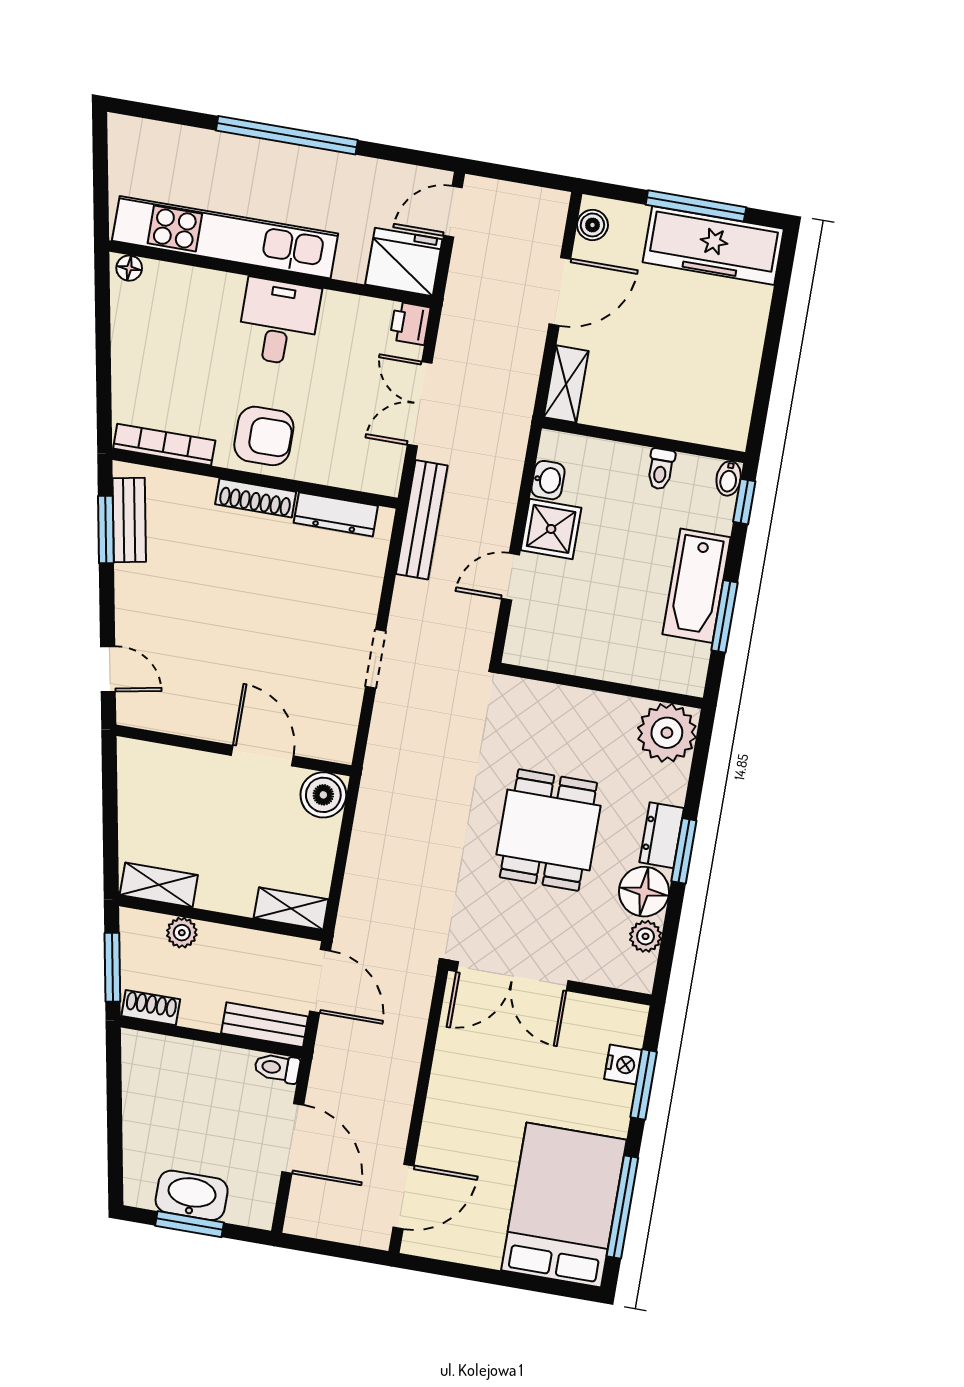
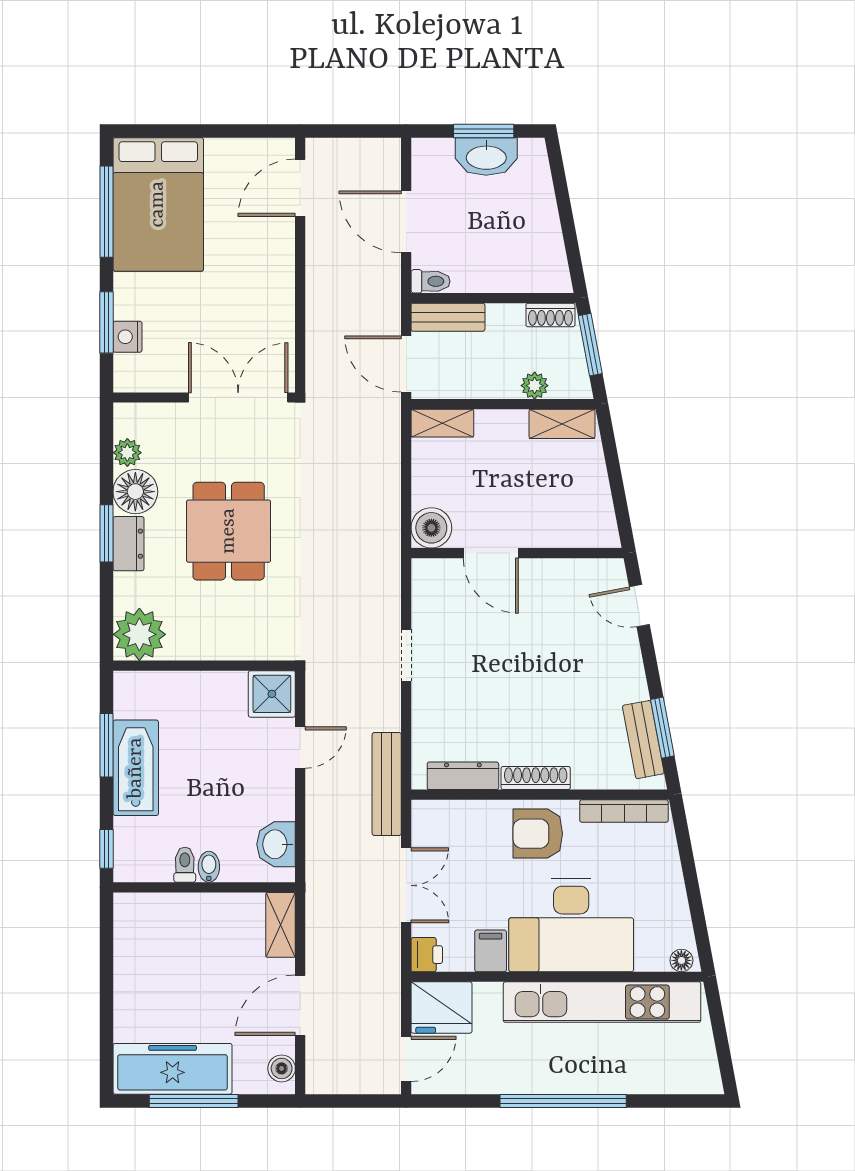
filing cabinet: (339, 315) -> (491, 951), added
desk: (279, 322) -> (571, 925), width x1.87, depth x1.30
bidet: (729, 478) -> (209, 867), moved
washbasin: (548, 480) -> (276, 844), width x1.38, depth x1.45
shower: (551, 529) -> (272, 694), moved

